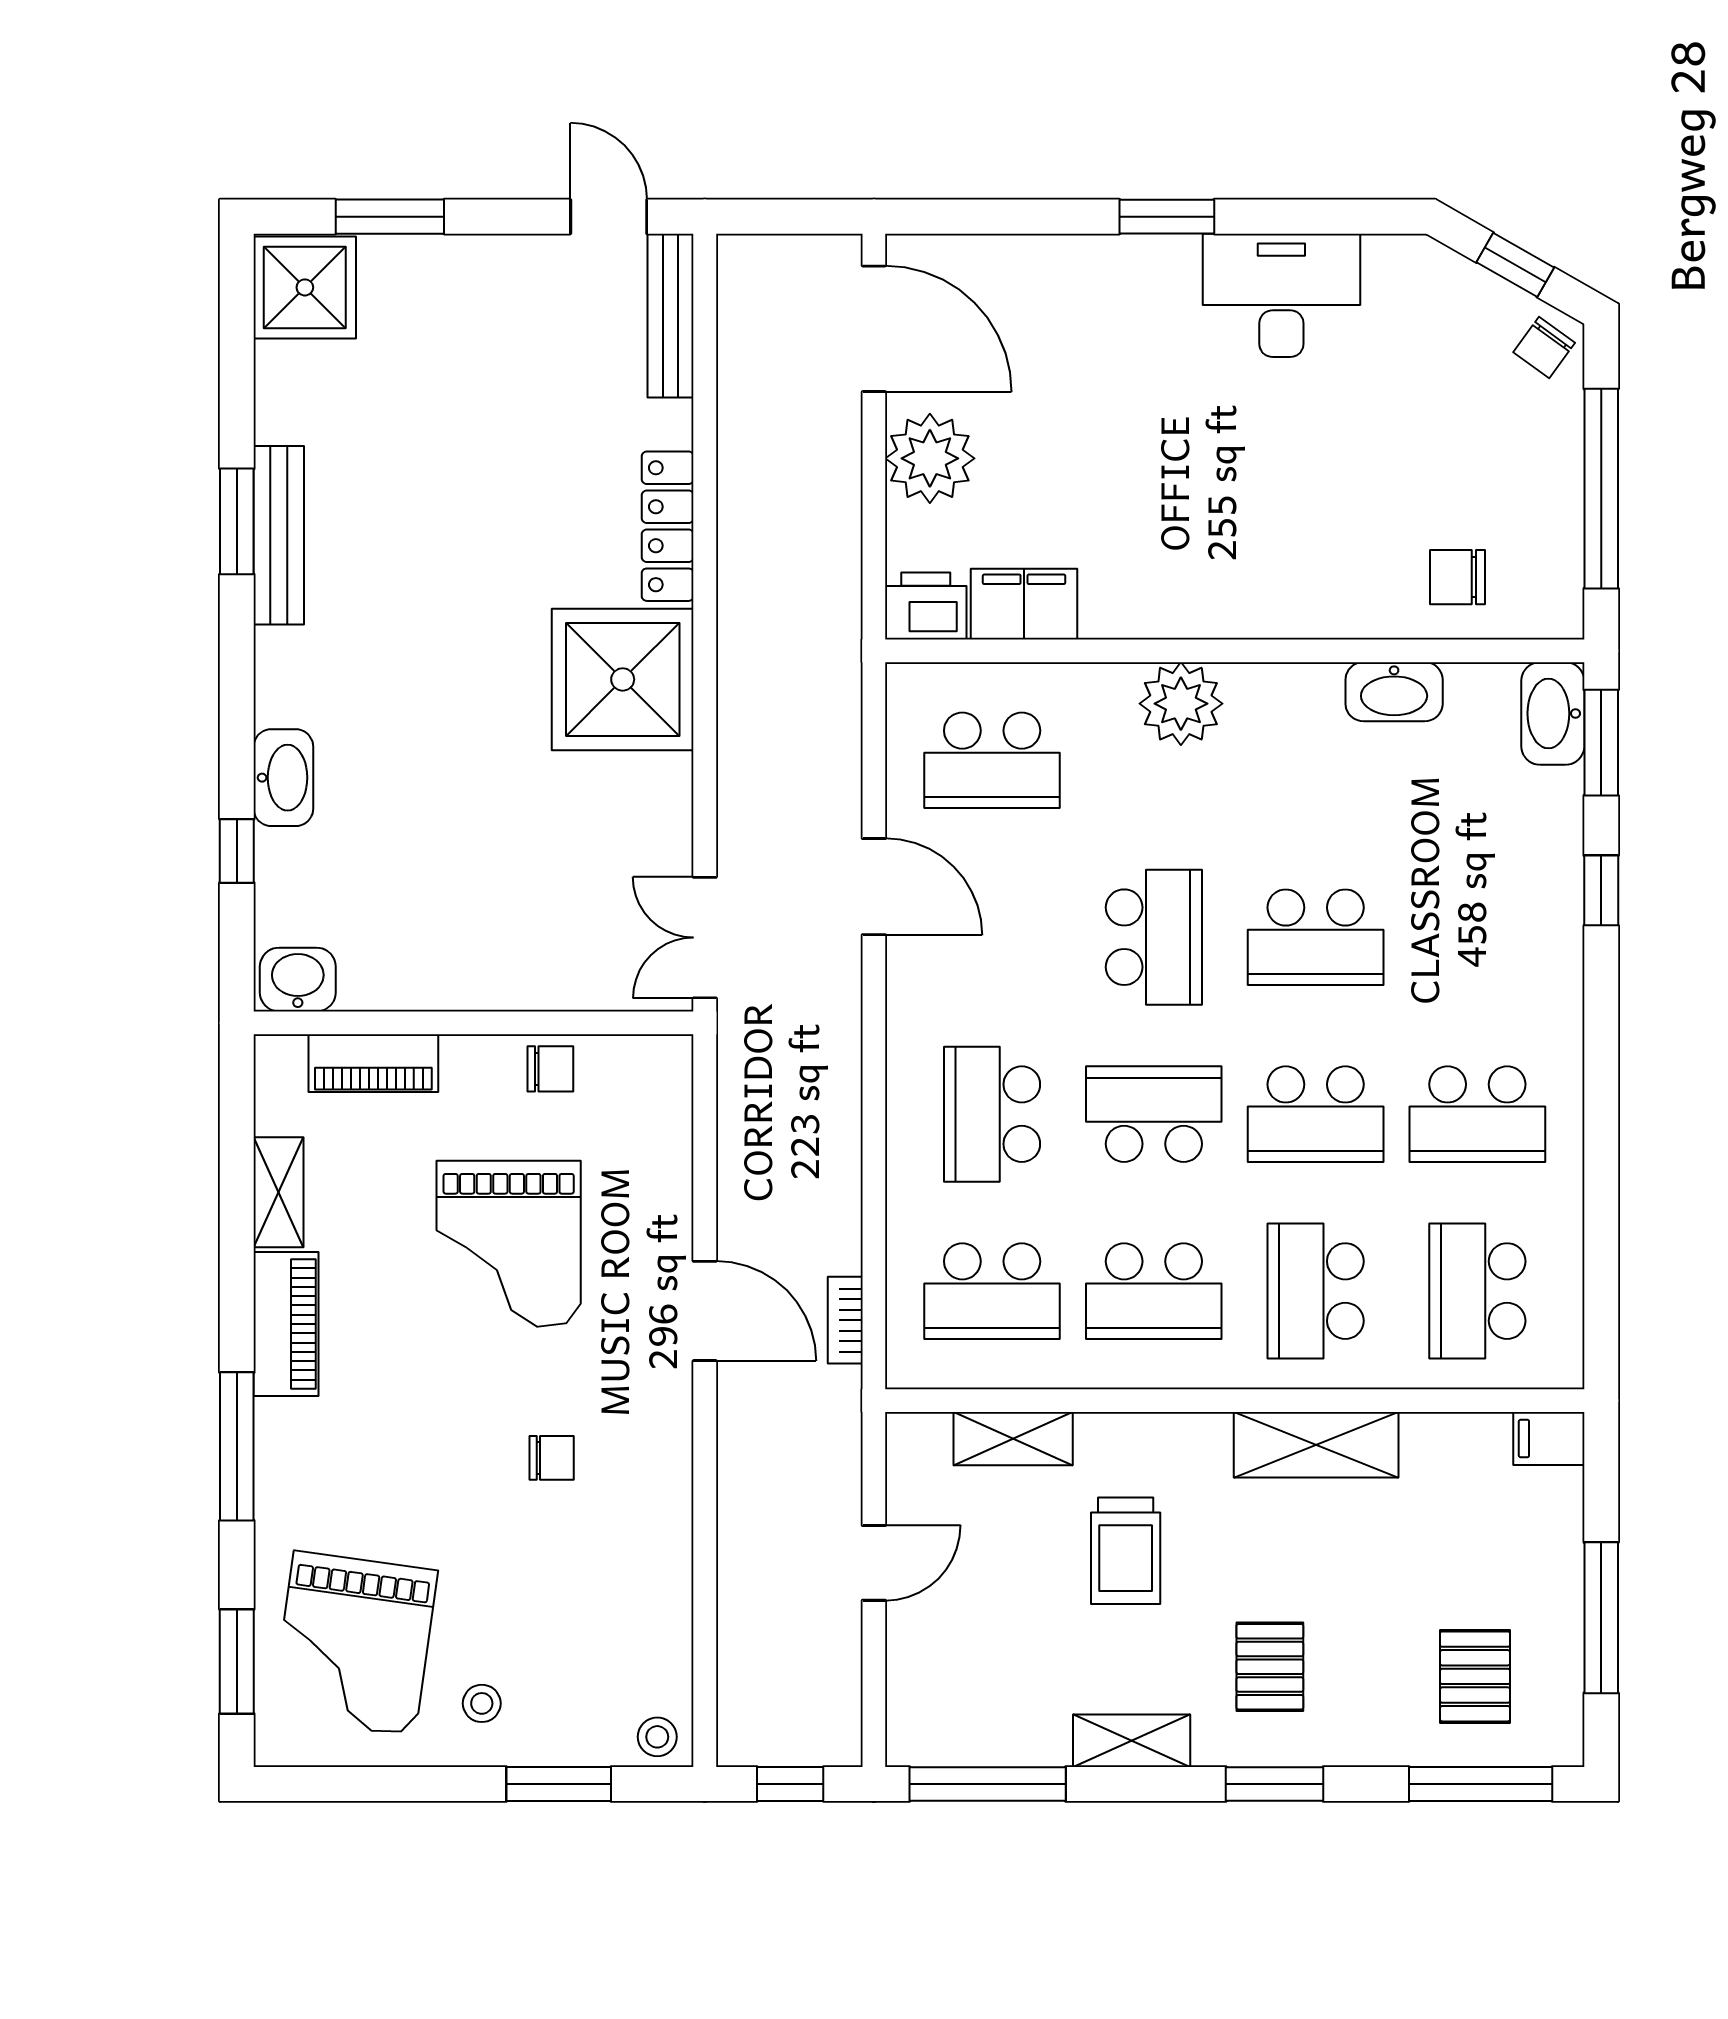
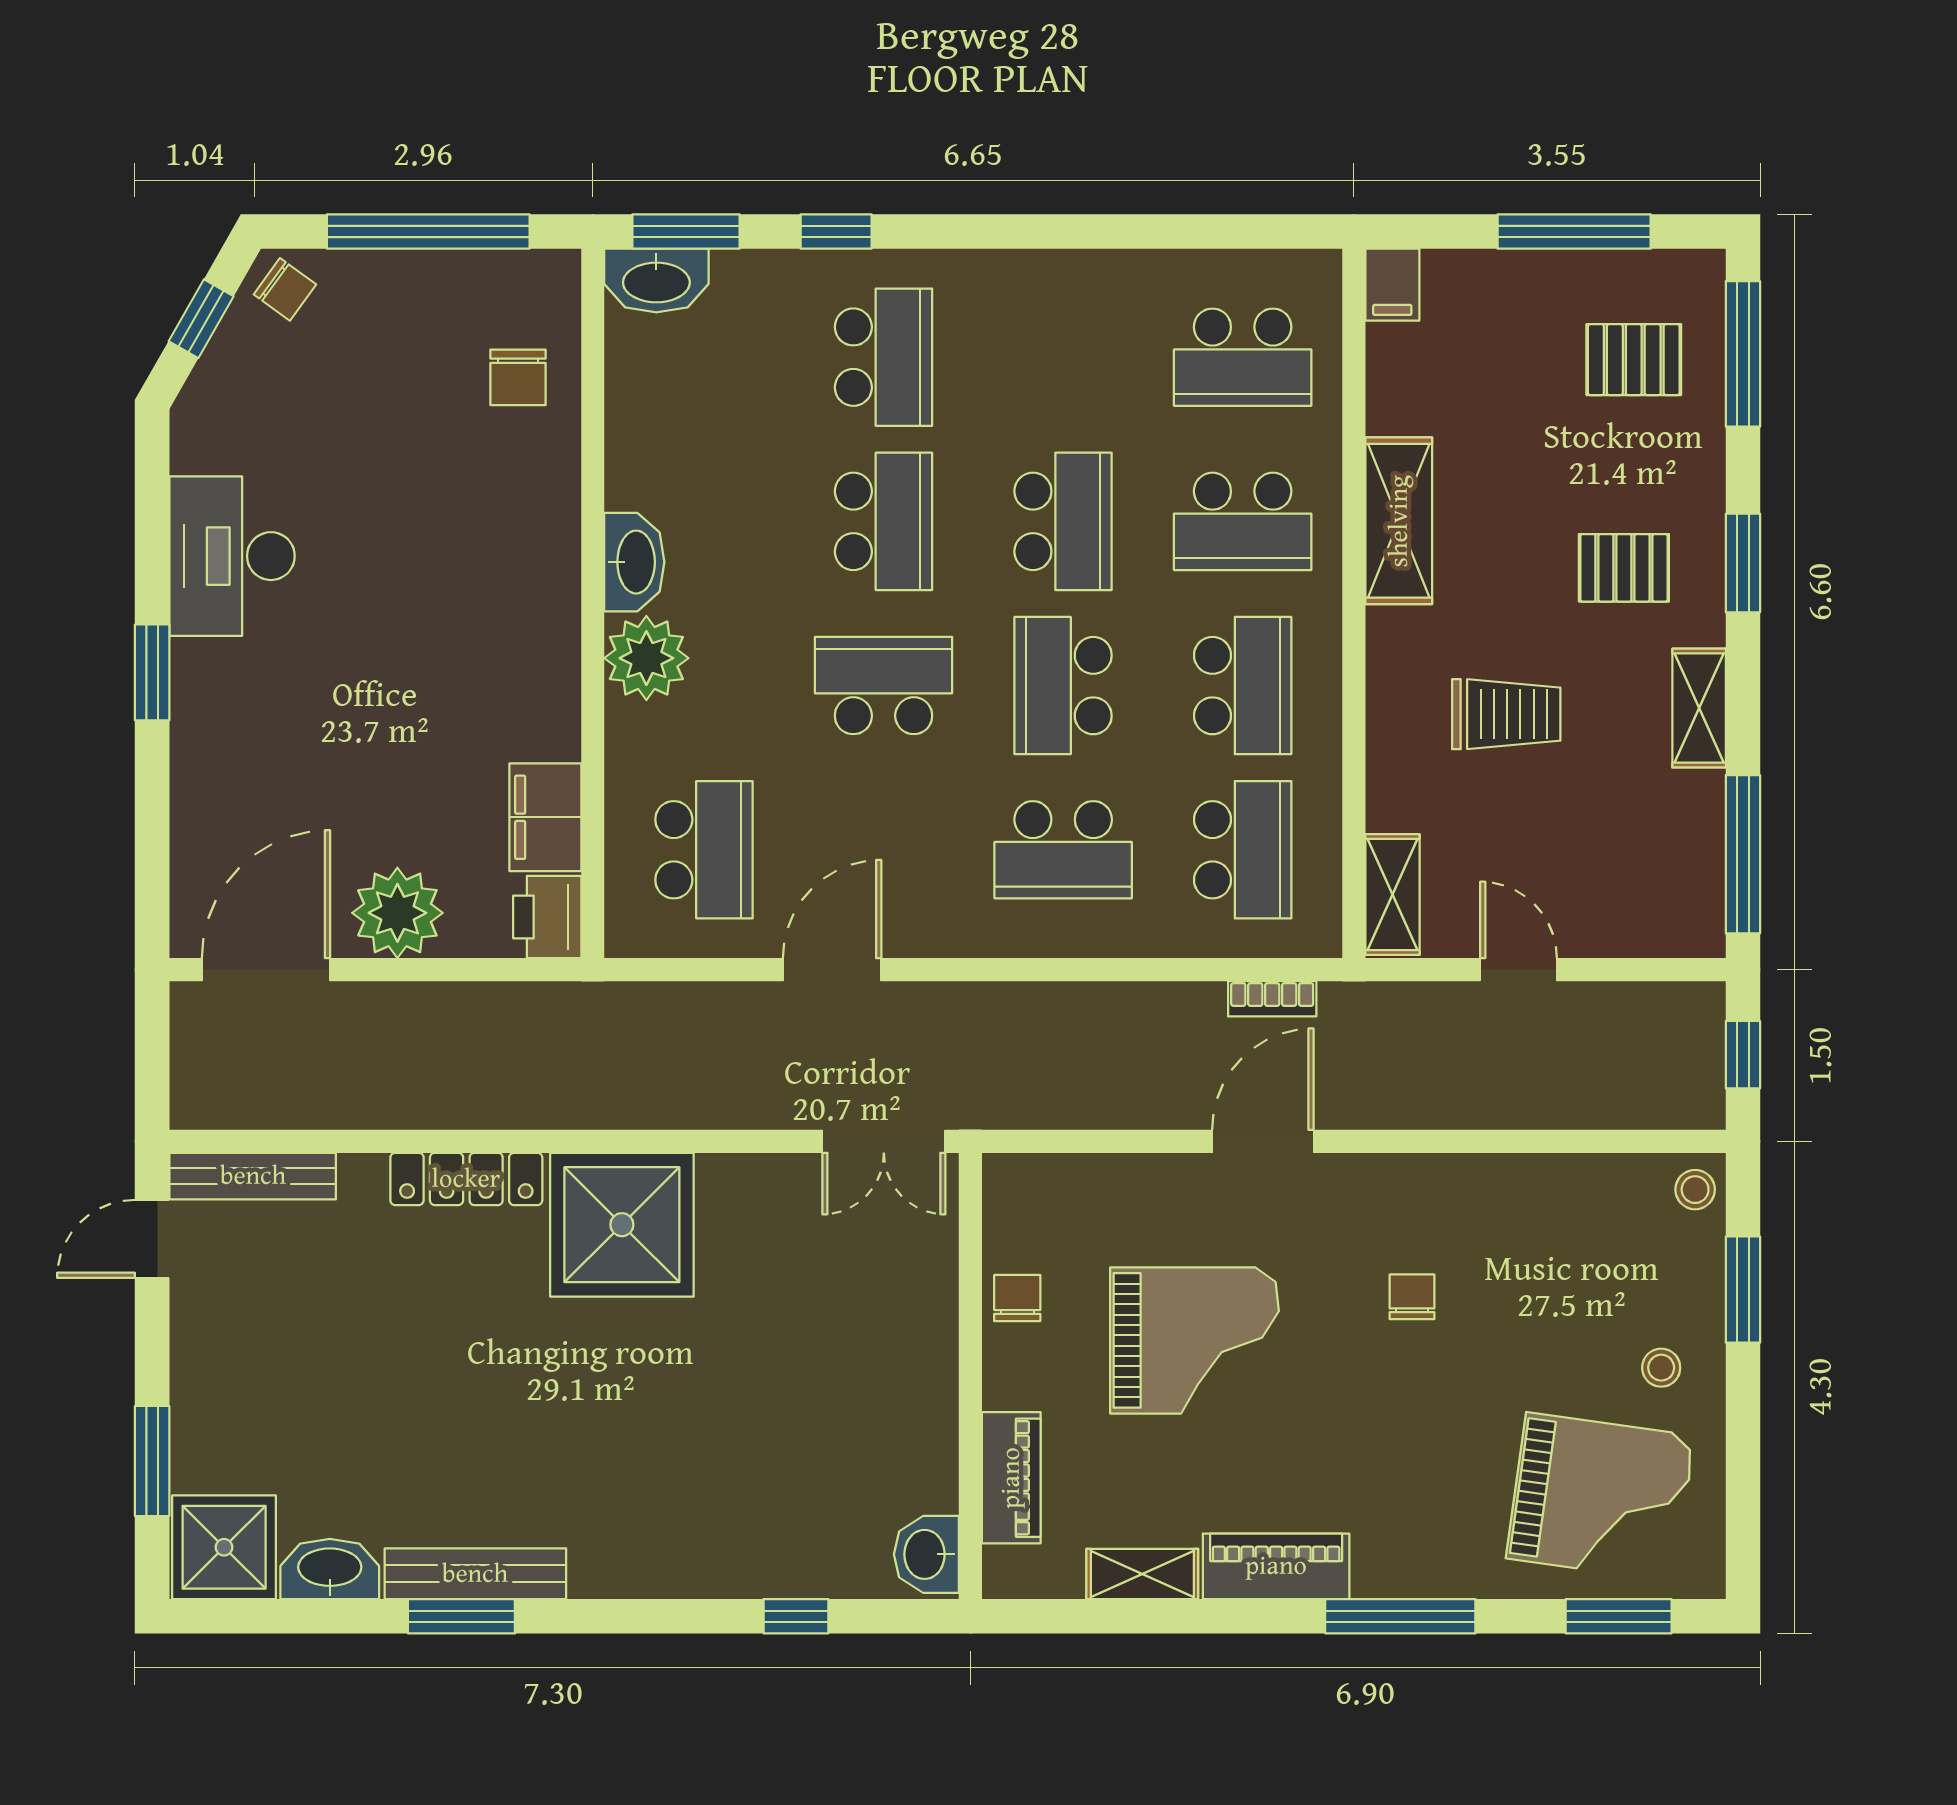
washbasin: (1394, 692) -> (634, 562), moved
washbasin: (283, 778) -> (330, 1569), moved
school desk: (1477, 1114) -> (884, 357), moved
shelving: (1013, 1439) -> (1392, 895), moved

